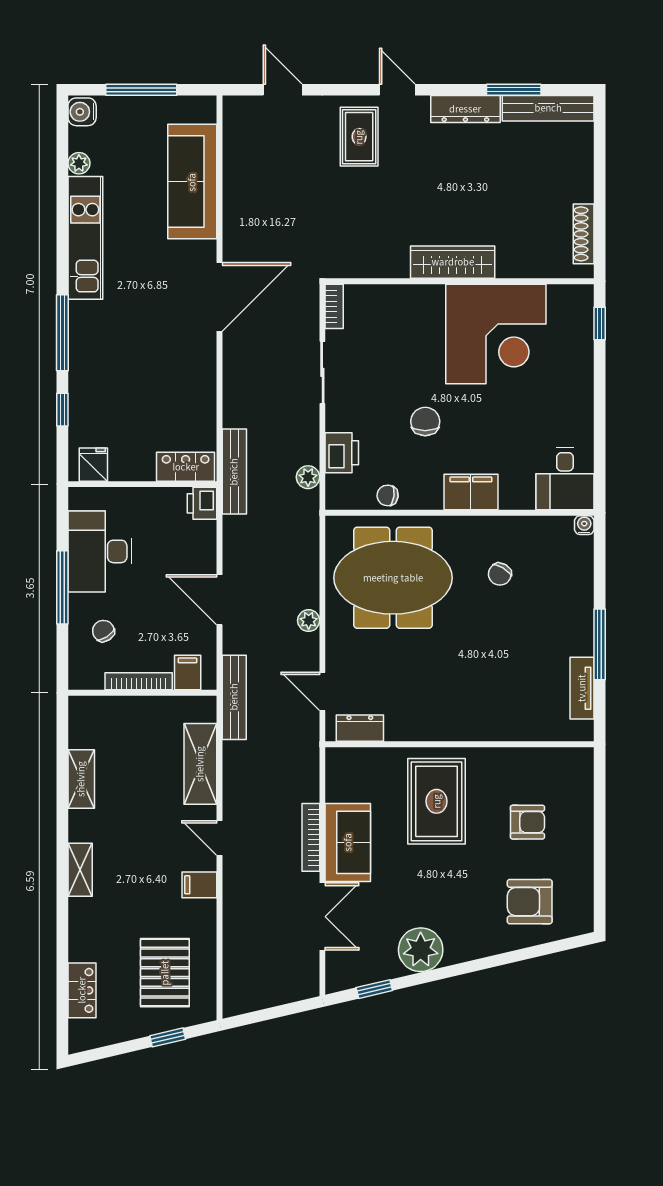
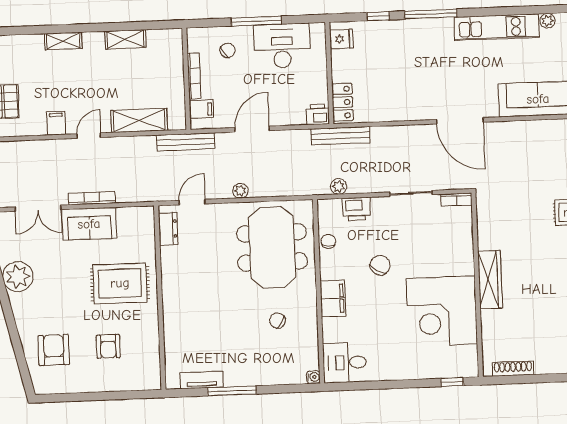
chair: (425, 421) -> (380, 265), turned -58

